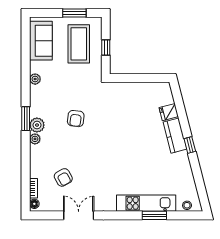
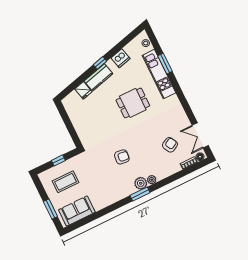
window: (74, 13) -> (50, 209), moved
coffee table: (79, 44) -> (66, 182), width x0.73, depth x0.76
plant: (35, 79) -> (107, 201), removed
dining table: (129, 159) -> (133, 103), added
dishwasher: (184, 170) -> (121, 58), added
double door: (79, 215) -> (200, 135), moved

